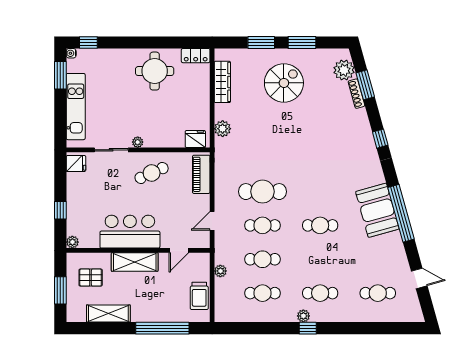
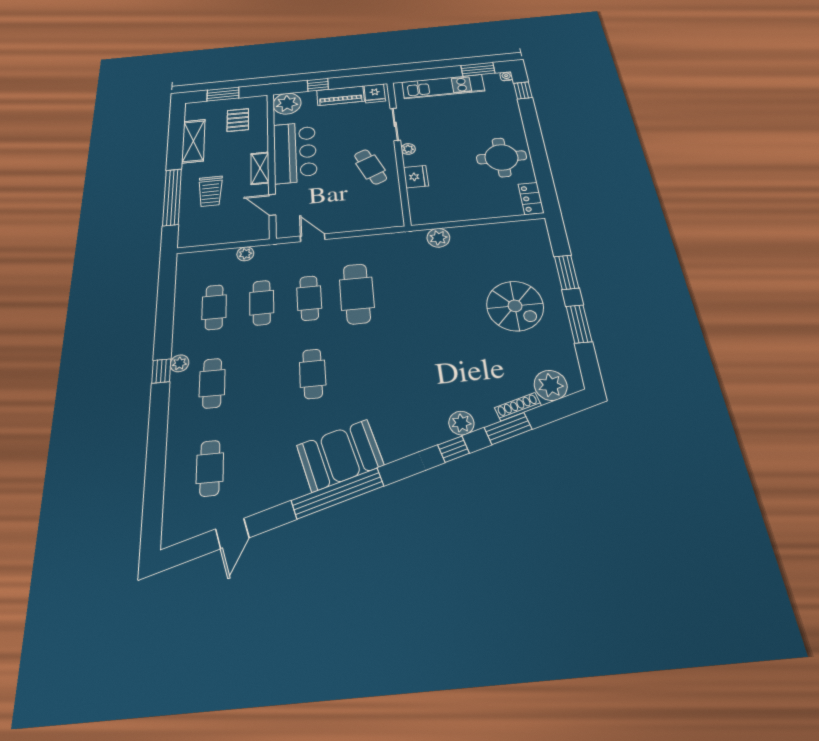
wardrobe: (222, 82) -> (502, 231), removed
window: (365, 85) -> (508, 428), moved
plant: (364, 131) -> (461, 423), added
fridge: (195, 139) -> (416, 177), moved
piano: (201, 174) -> (340, 96), moved, turned 180
plant: (72, 242) -> (287, 104), width x1.87, depth x1.87
shelving: (135, 262) -> (260, 168), width x0.67, depth x0.75
trolley: (199, 296) -> (210, 191), moved, turned -90

